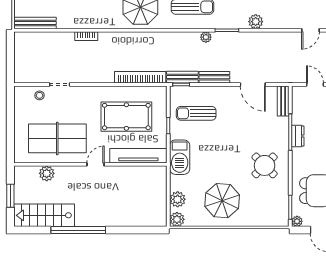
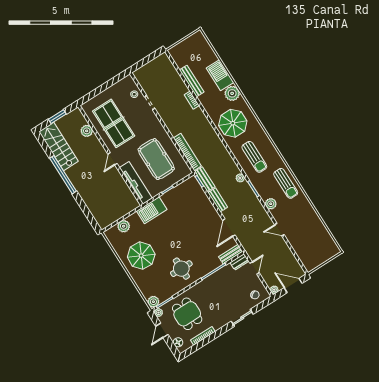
bench: (35, 23) -> (192, 81), moved
door: (311, 30) -> (279, 230), moved
sun lounger: (196, 113) -> (187, 203), removed
dresser: (298, 136) -> (239, 262), moved
door: (96, 164) -> (113, 159), swing flipped
round table: (265, 165) -> (181, 269), turned 45
plant: (177, 219) -> (153, 302), moved

